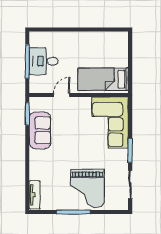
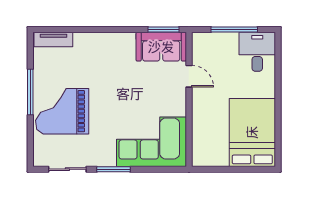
desk: (44, 61) -> (257, 52), moved
bed: (103, 79) -> (252, 132), moved, width x1.50
sofa: (40, 130) -> (161, 47), moved

